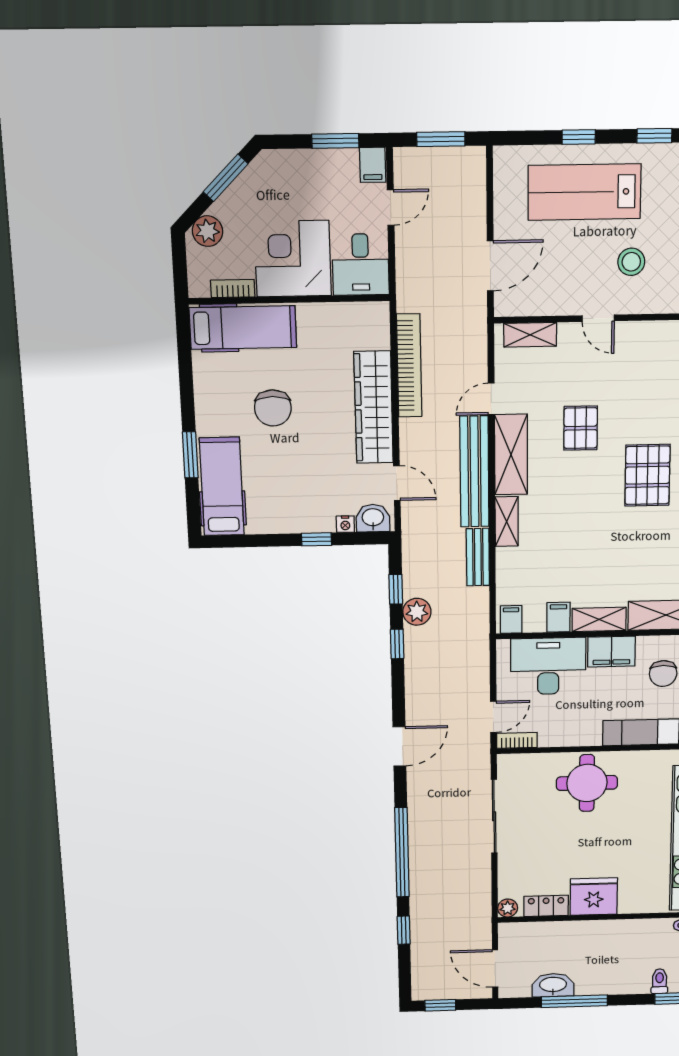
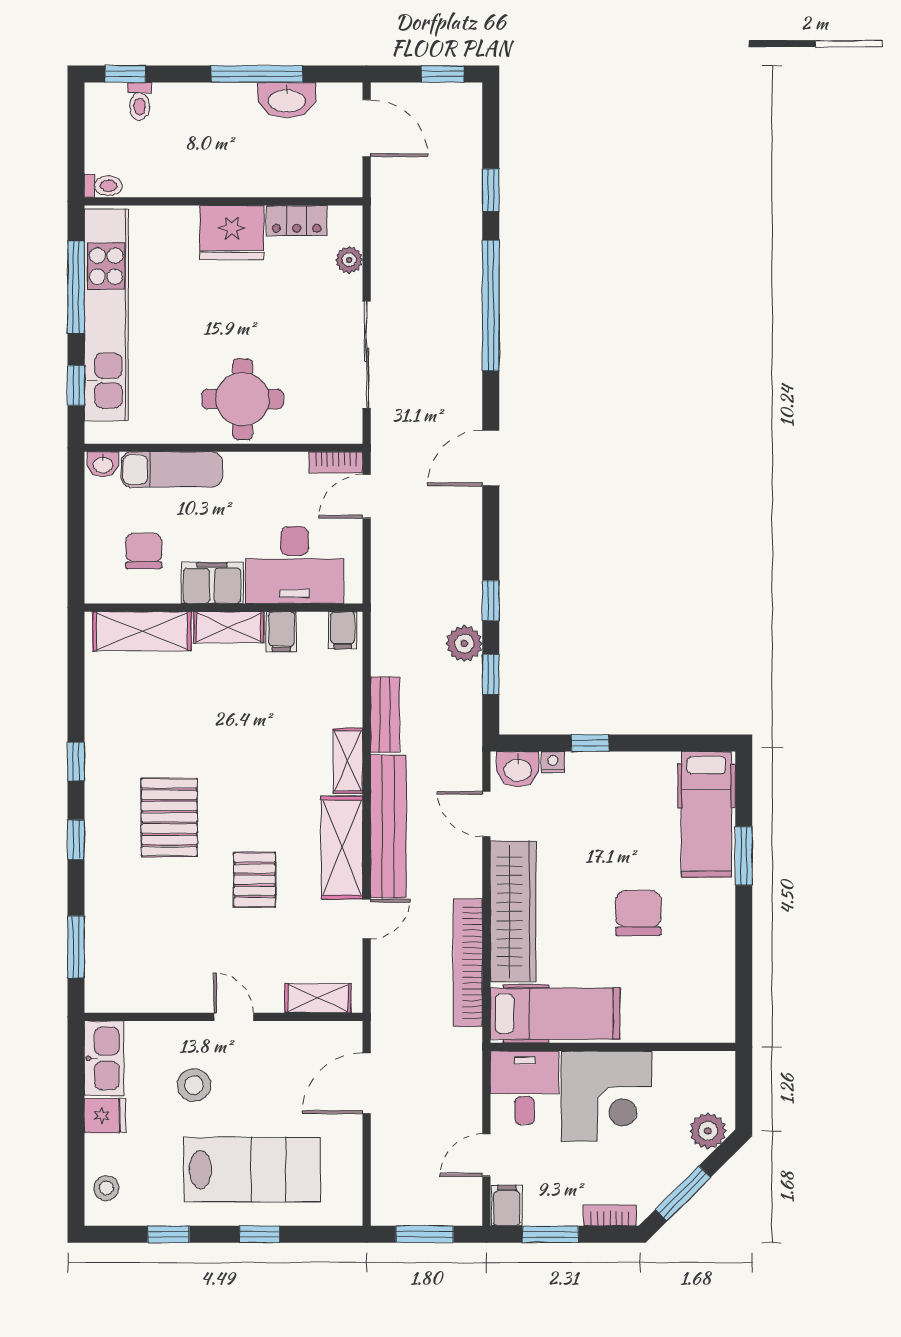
bookcase: (233, 289) -> (610, 1215), moved, turned 180
hospital bed: (243, 328) -> (555, 1014), moved, turned 180
plant: (508, 908) -> (349, 260), moved

